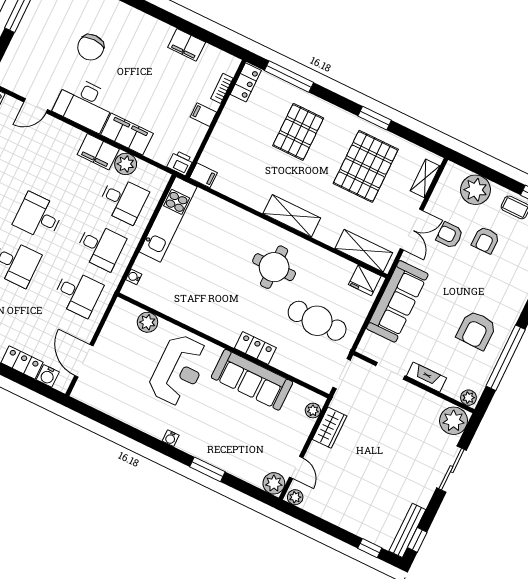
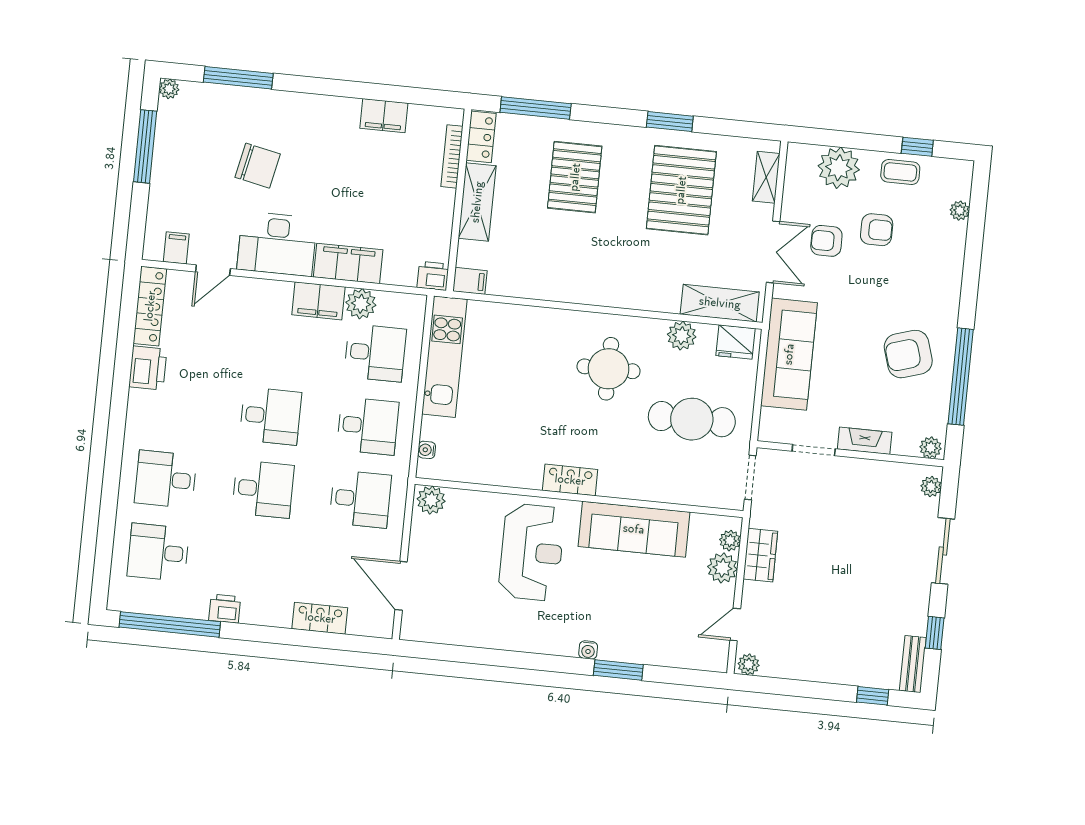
chair: (91, 47) -> (258, 166), turned -78
bookcase: (222, 88) -> (452, 156), width x1.56
filing cabinet: (203, 115) -> (176, 248), moved, turned 90
desk: (38, 216) -> (270, 416), turned 180
shelving: (292, 216) -> (477, 202), moved, turned 90
armchair: (486, 240) -> (877, 230), turned -90
plant: (331, 263) -> (682, 336), added
plant: (147, 322) -> (431, 500), moved
armchair: (476, 330) -> (908, 354), turned 72
locker: (255, 348) -> (570, 480), moved
water cooler: (48, 376) -> (360, 624), removed
plant: (454, 421) -> (931, 487), width x0.53, depth x0.53
water cooler: (171, 438) -> (588, 650), moved
door: (296, 467) -> (735, 624), swing flipped
plant: (274, 483) -> (722, 568), moved
bench: (407, 530) -> (913, 664), width x0.73
window: (417, 540) -> (935, 633), moved

